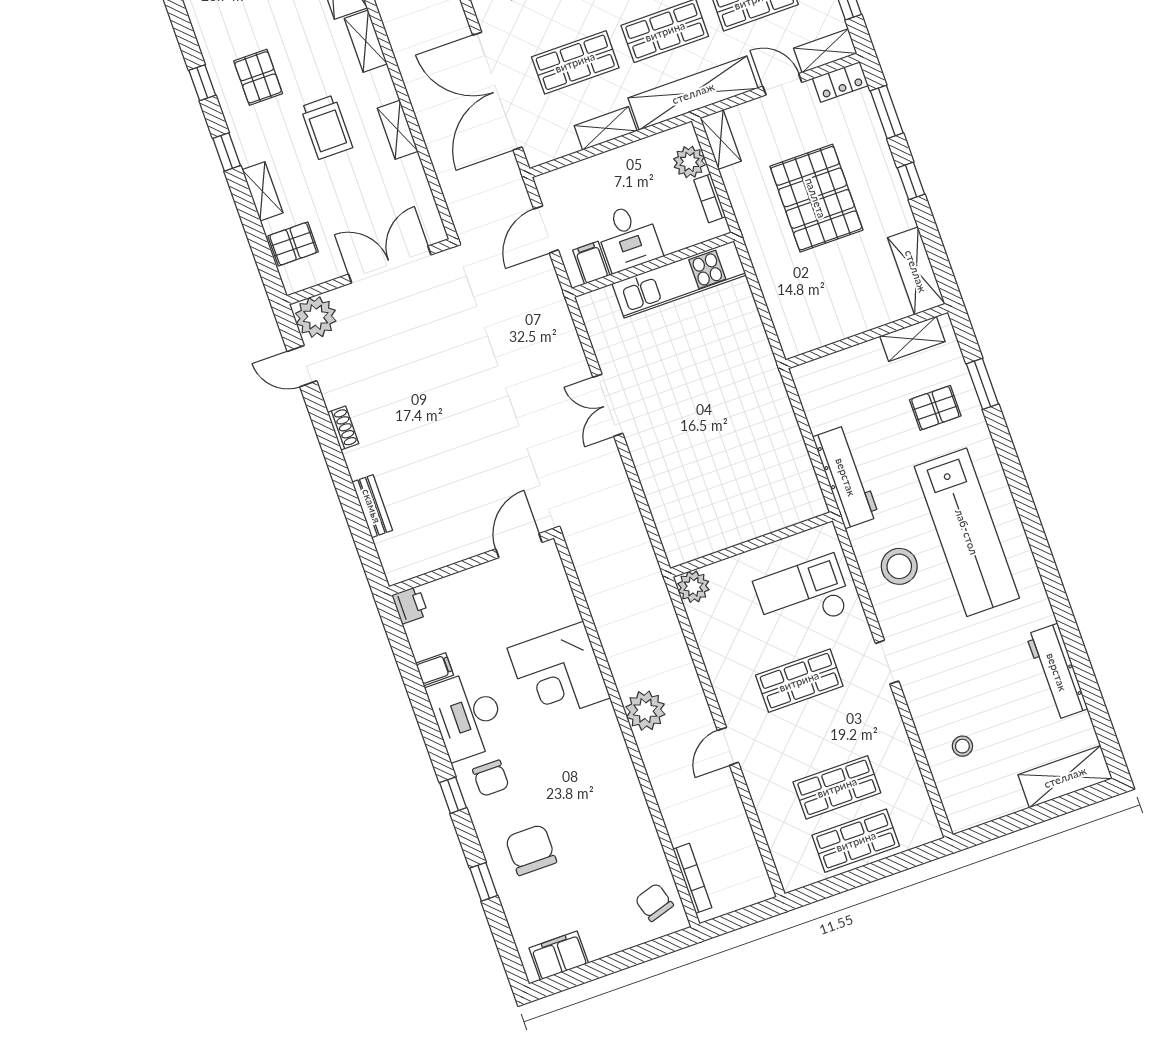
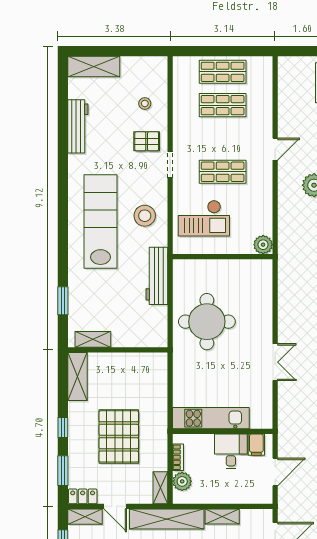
pallet: (935, 408) -> (147, 141), moved
round table: (740, 432) -> (207, 322), added

